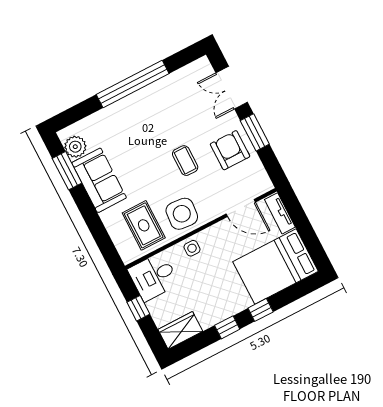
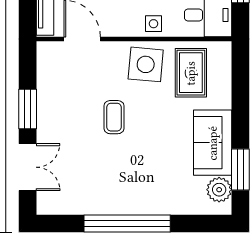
armchair: (230, 150) -> (62, 104), removed

